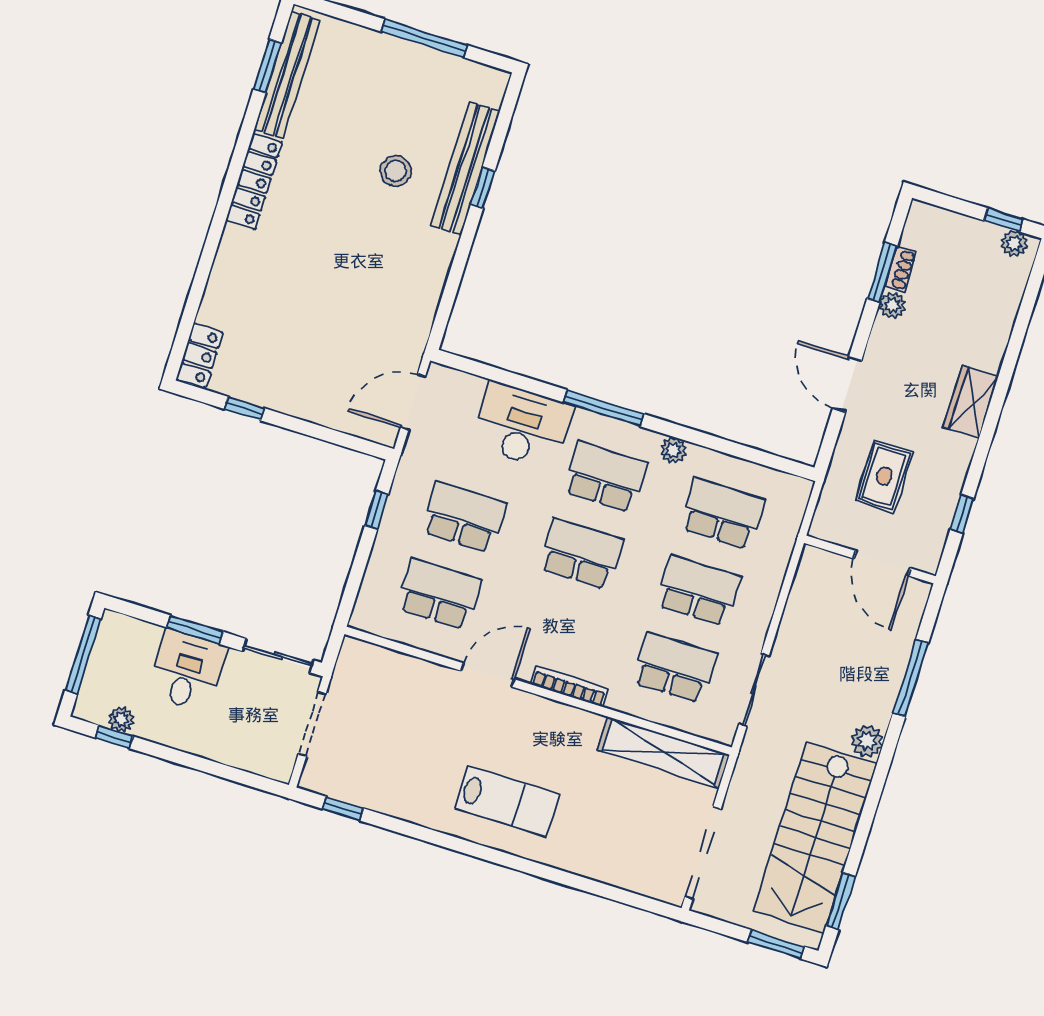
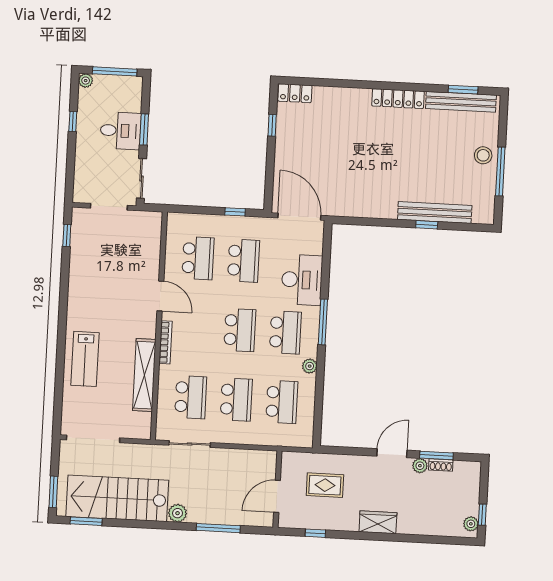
stool: (396, 171) -> (483, 155), moved
door: (847, 384) -> (392, 453), moved
door: (413, 402) -> (299, 217), width x1.36
plant: (121, 719) -> (86, 81), moved
window: (114, 737) -> (73, 122), moved
shelving: (663, 752) -> (144, 375), moved
lab bench: (507, 802) -> (85, 359), moved

